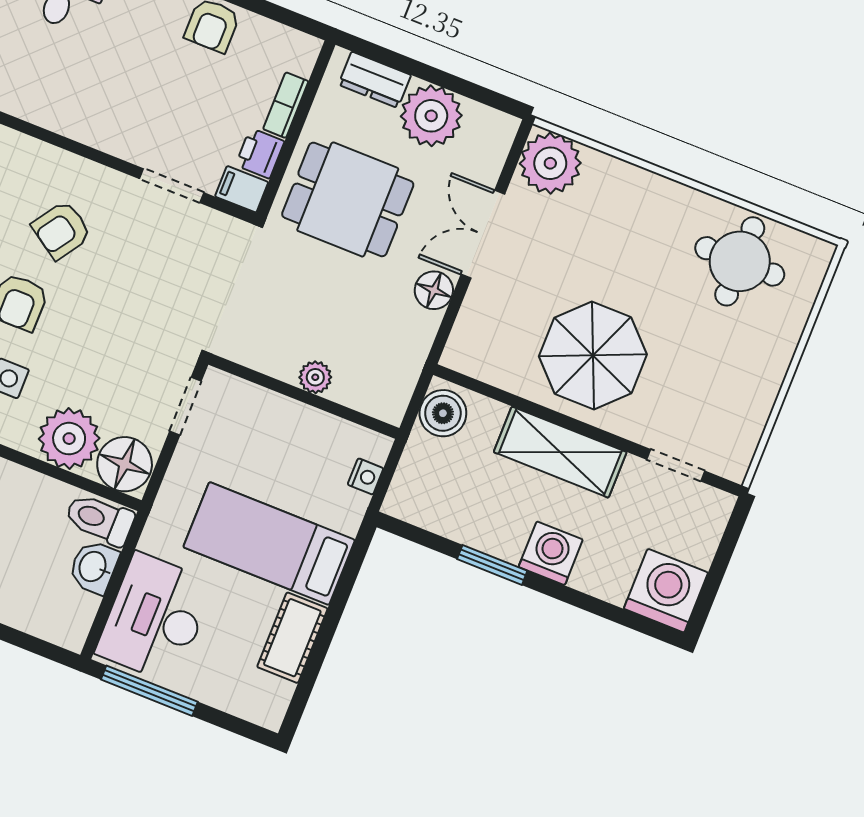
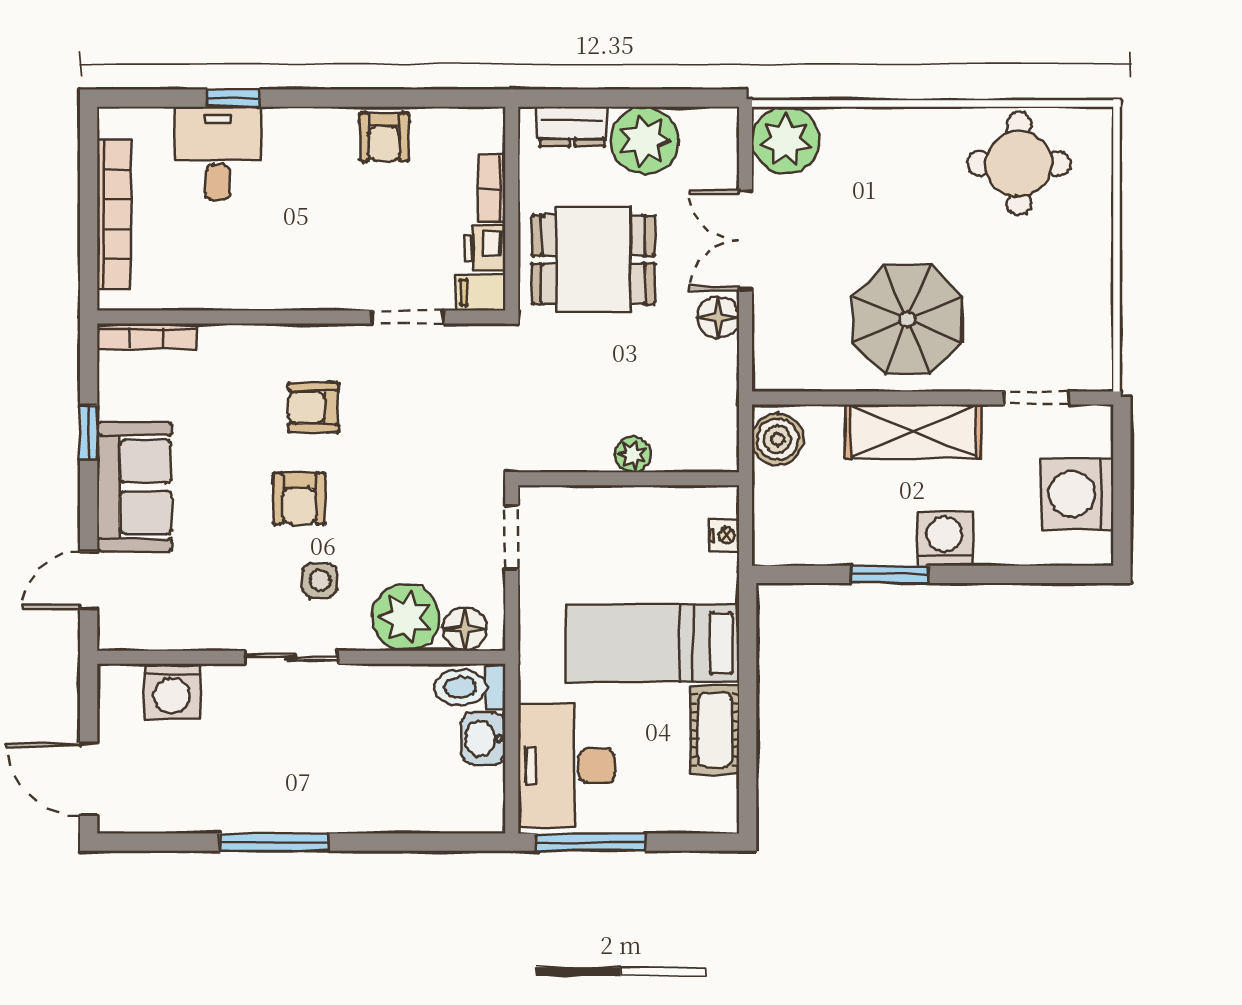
armchair: (62, 230) -> (313, 407), turned 56
floor lamp: (125, 464) -> (465, 629), width x0.73, depth x0.73
washing machine: (666, 591) -> (1078, 494), moved, turned -90

